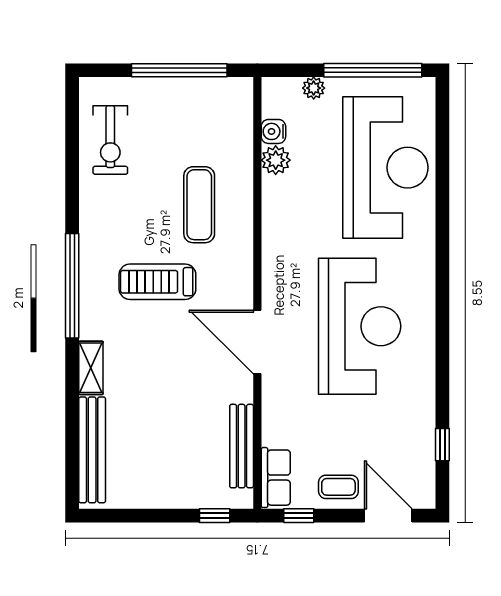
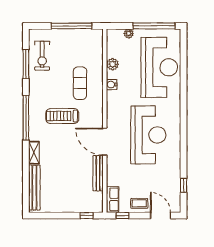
water cooler: (273, 131) -> (112, 85), moved
window: (72, 160) -> (26, 64), added
bench: (242, 446) -> (98, 173), moved

